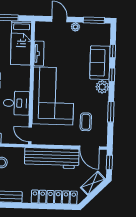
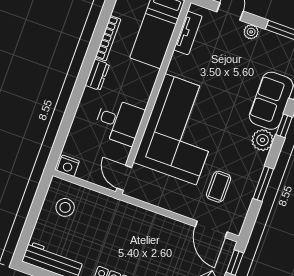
tv unit: (39, 54) -> (188, 33), moved
workbench: (52, 158) -> (146, 226), removed

